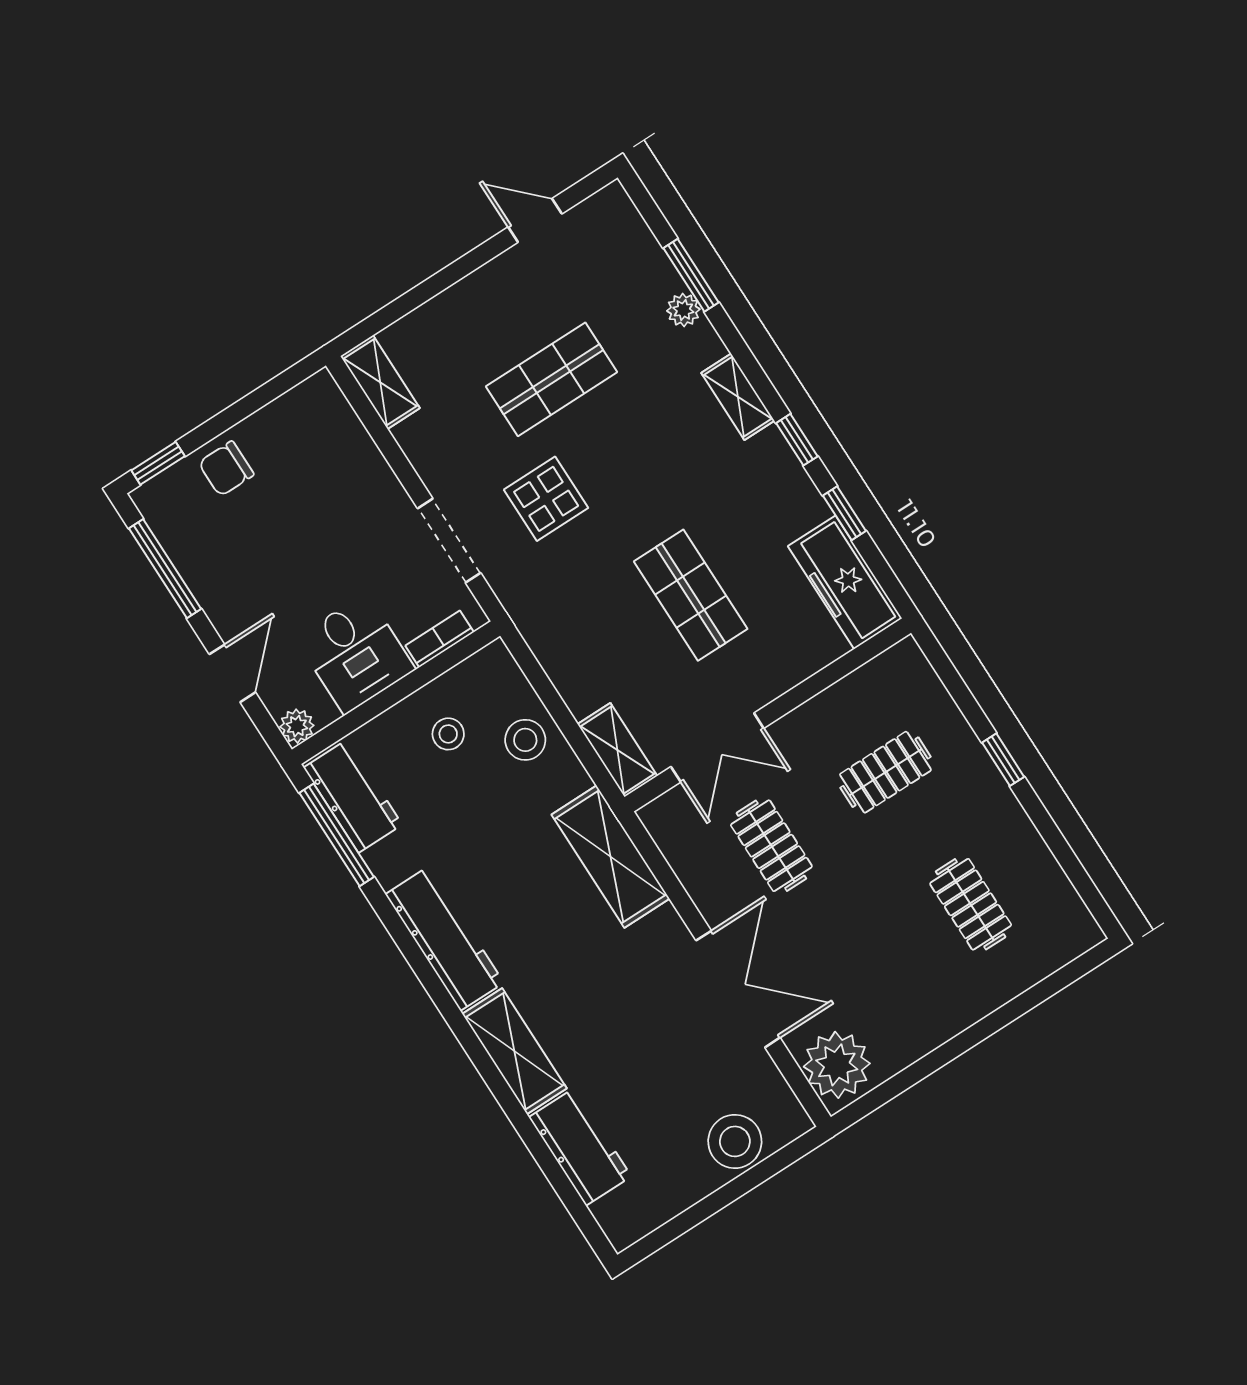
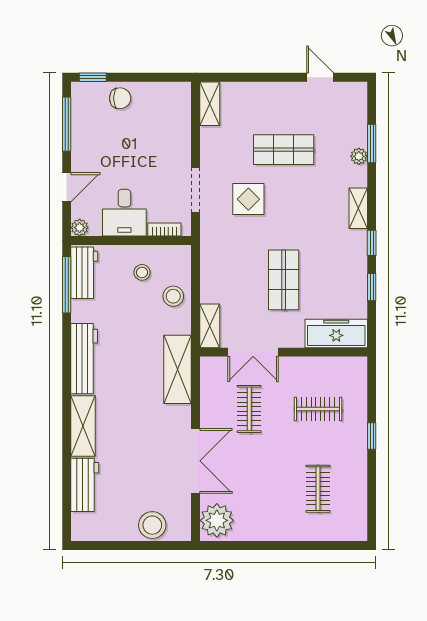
chair: (226, 469) -> (120, 98), turned 180
freezer: (845, 582) -> (336, 333), moved, turned 90

